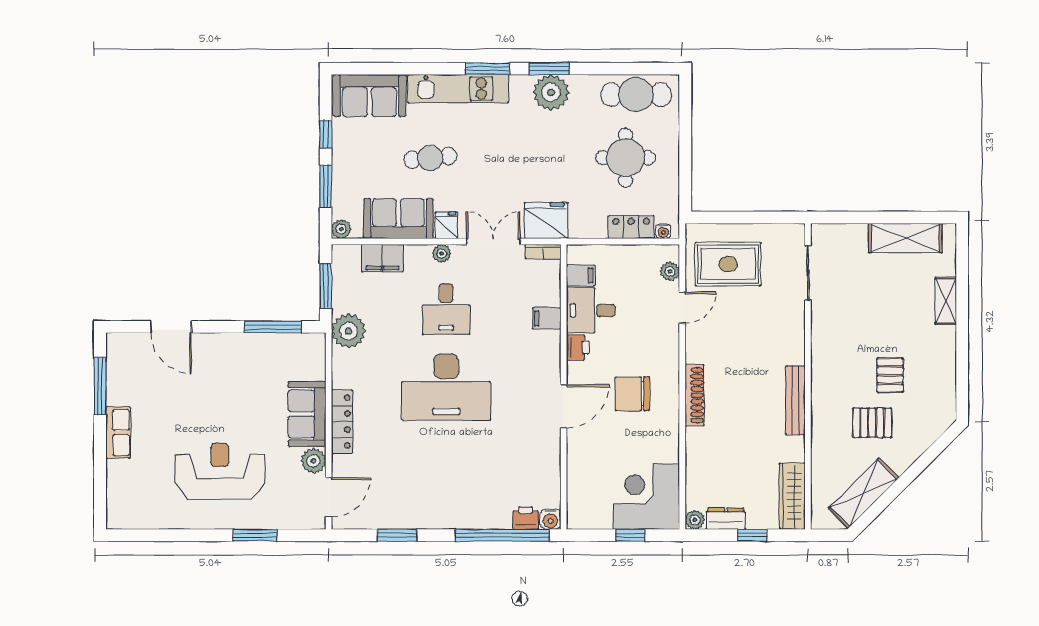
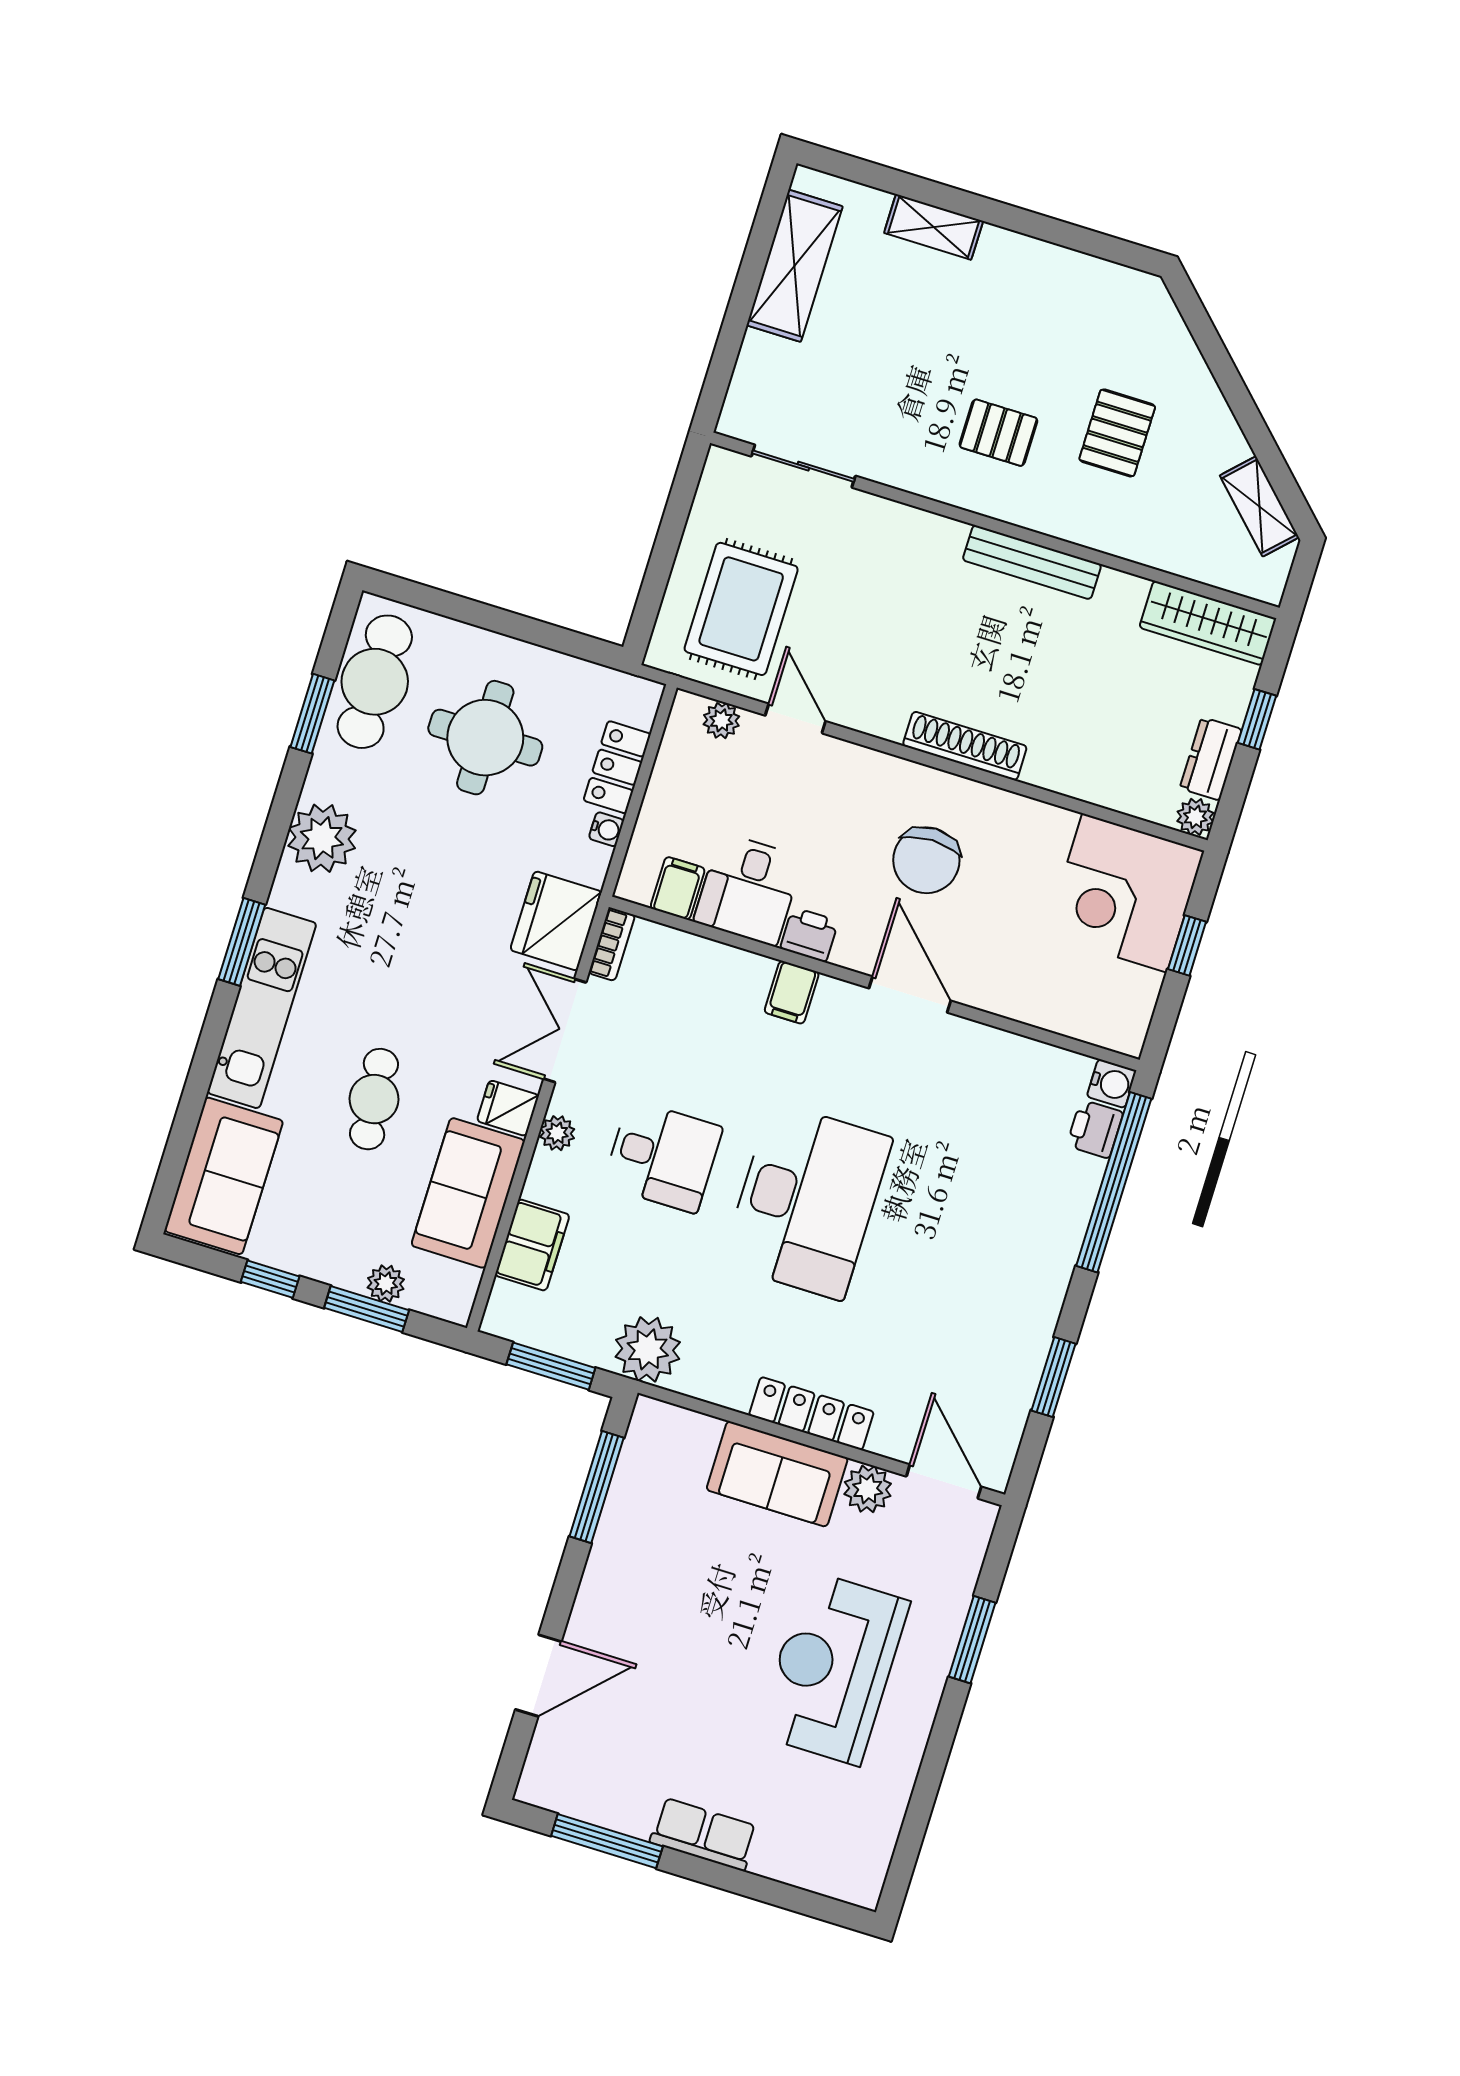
window: (549, 69) -> (312, 714), moved
plant: (341, 229) -> (386, 1284), moved
water cooler: (663, 231) -> (606, 829), moved
filing cabinet: (547, 318) -> (792, 992), moved
pallet: (890, 375) -> (998, 433), moved
shelving: (864, 493) -> (1259, 506), width x0.67, depth x0.75

